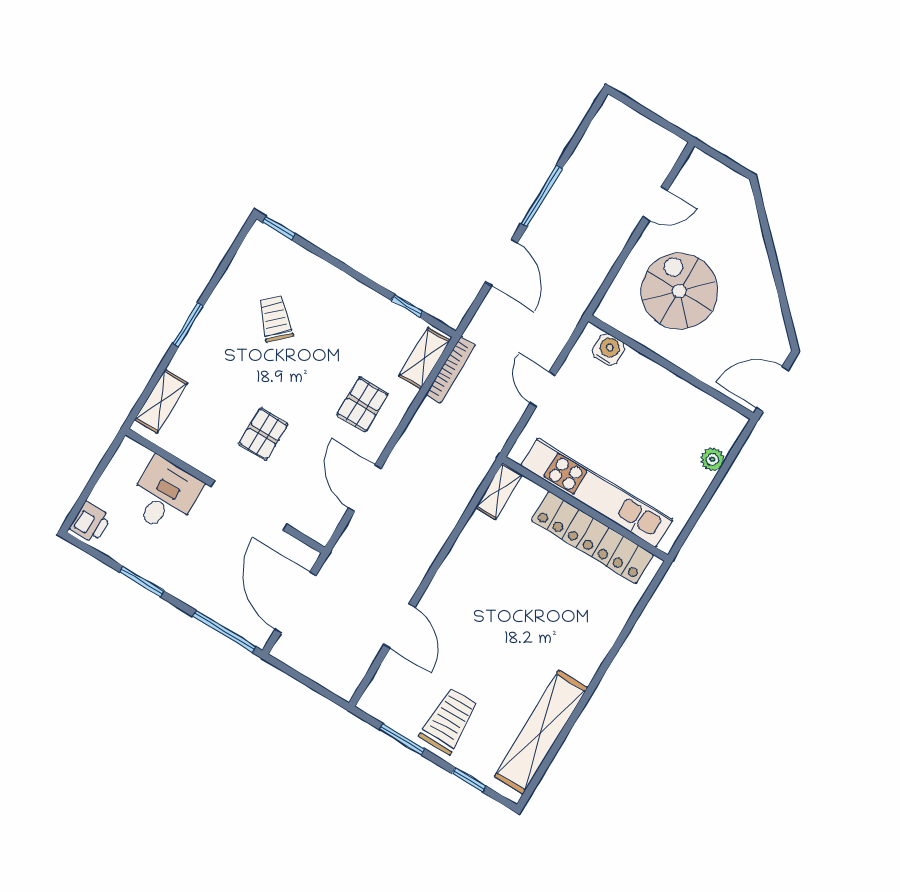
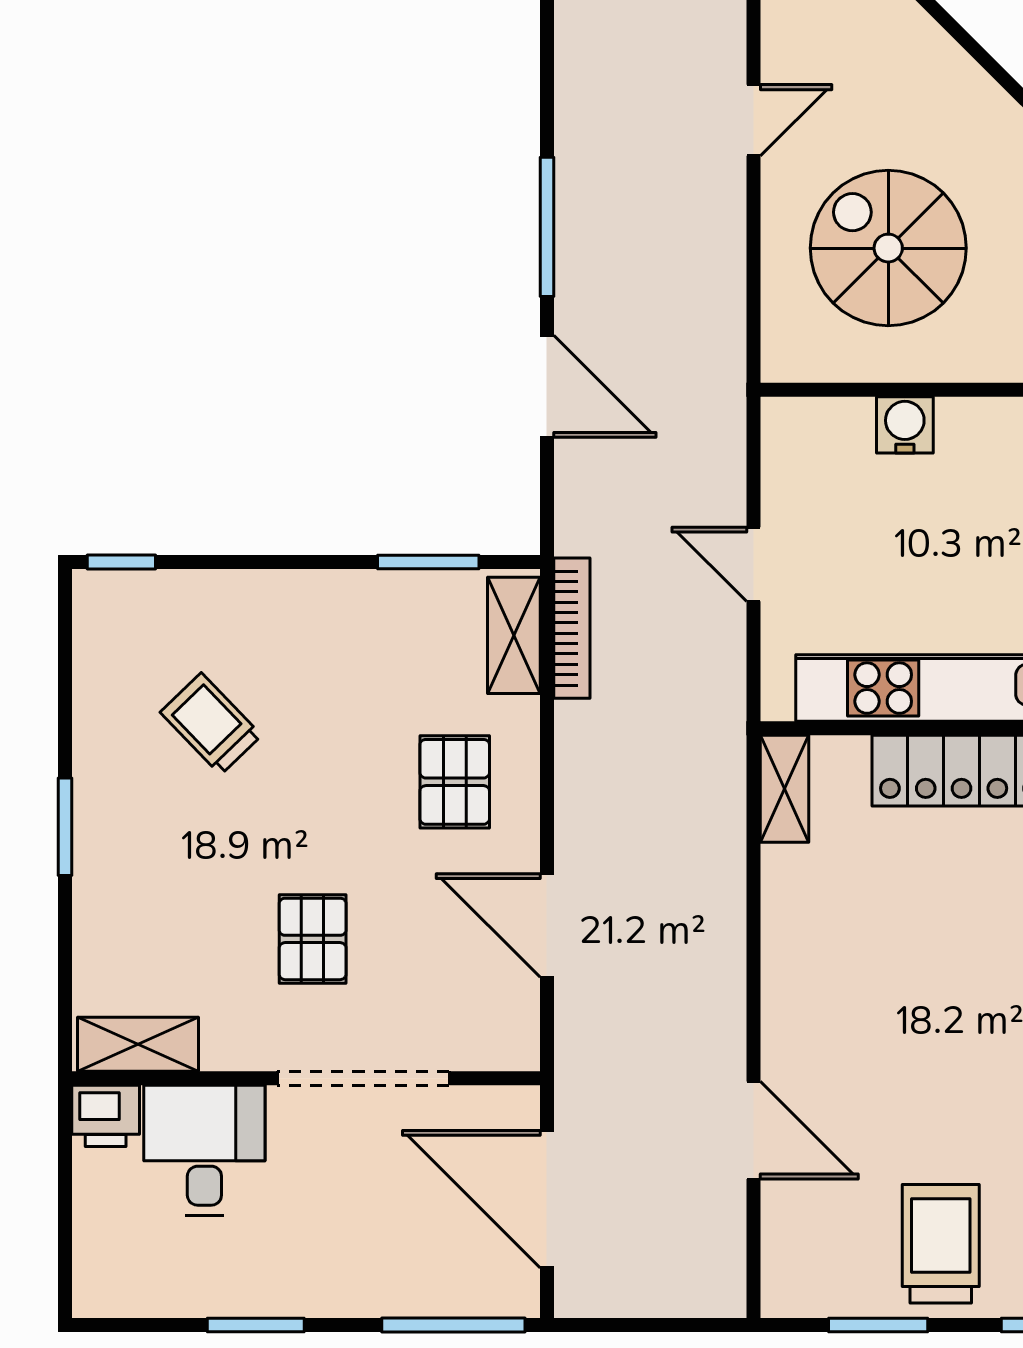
window: (407, 306) -> (428, 562), width x1.50
water cooler: (609, 349) -> (905, 425), moved
shelving: (161, 401) -> (138, 1044), moved, turned 90
printer: (90, 522) -> (106, 1116), moved, turned 90

